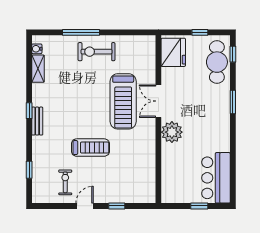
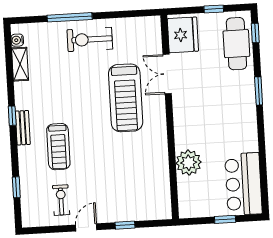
double door: (158, 101) -> (167, 74), moved
plant: (172, 132) -> (189, 163), moved
treadmill: (90, 148) -> (58, 147), moved, turned 90

